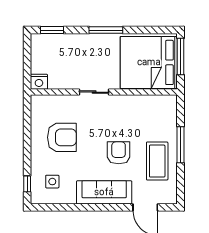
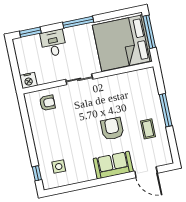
desk: (74, 47) -> (53, 43), added
armchair: (62, 137) -> (47, 103), moved, width x0.53, depth x0.53
coffee table: (157, 161) -> (148, 129), width x0.54, depth x0.58
sofa: (104, 192) -> (113, 165), width x0.73

